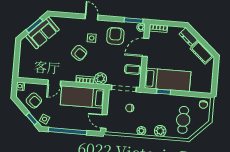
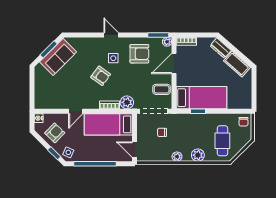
armchair: (115, 36) -> (139, 54), turned 90
armchair: (34, 101) -> (55, 133), turned -85

